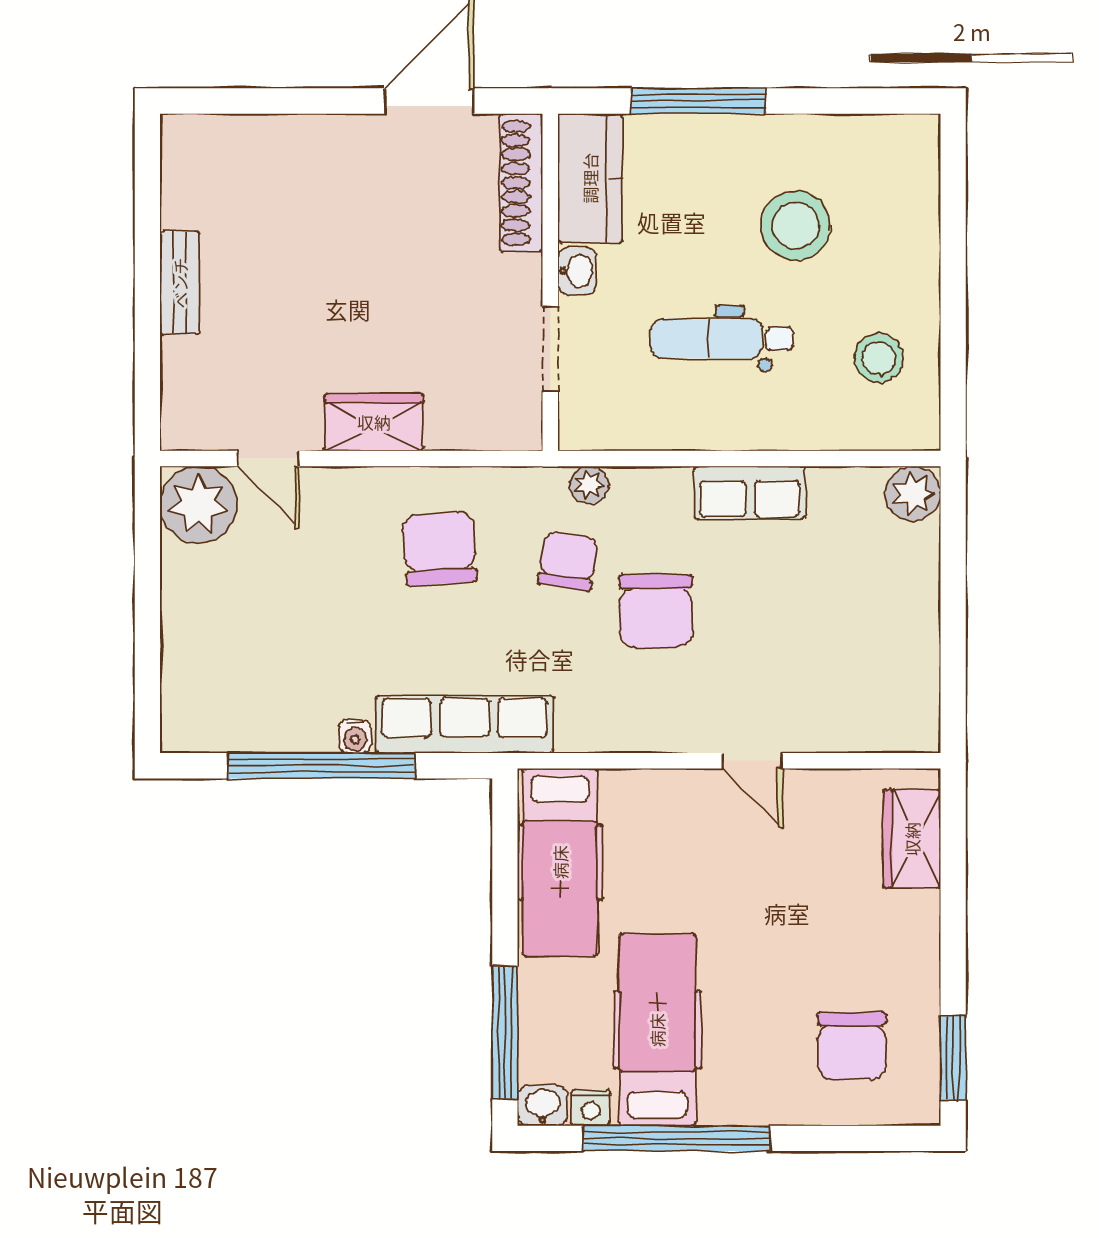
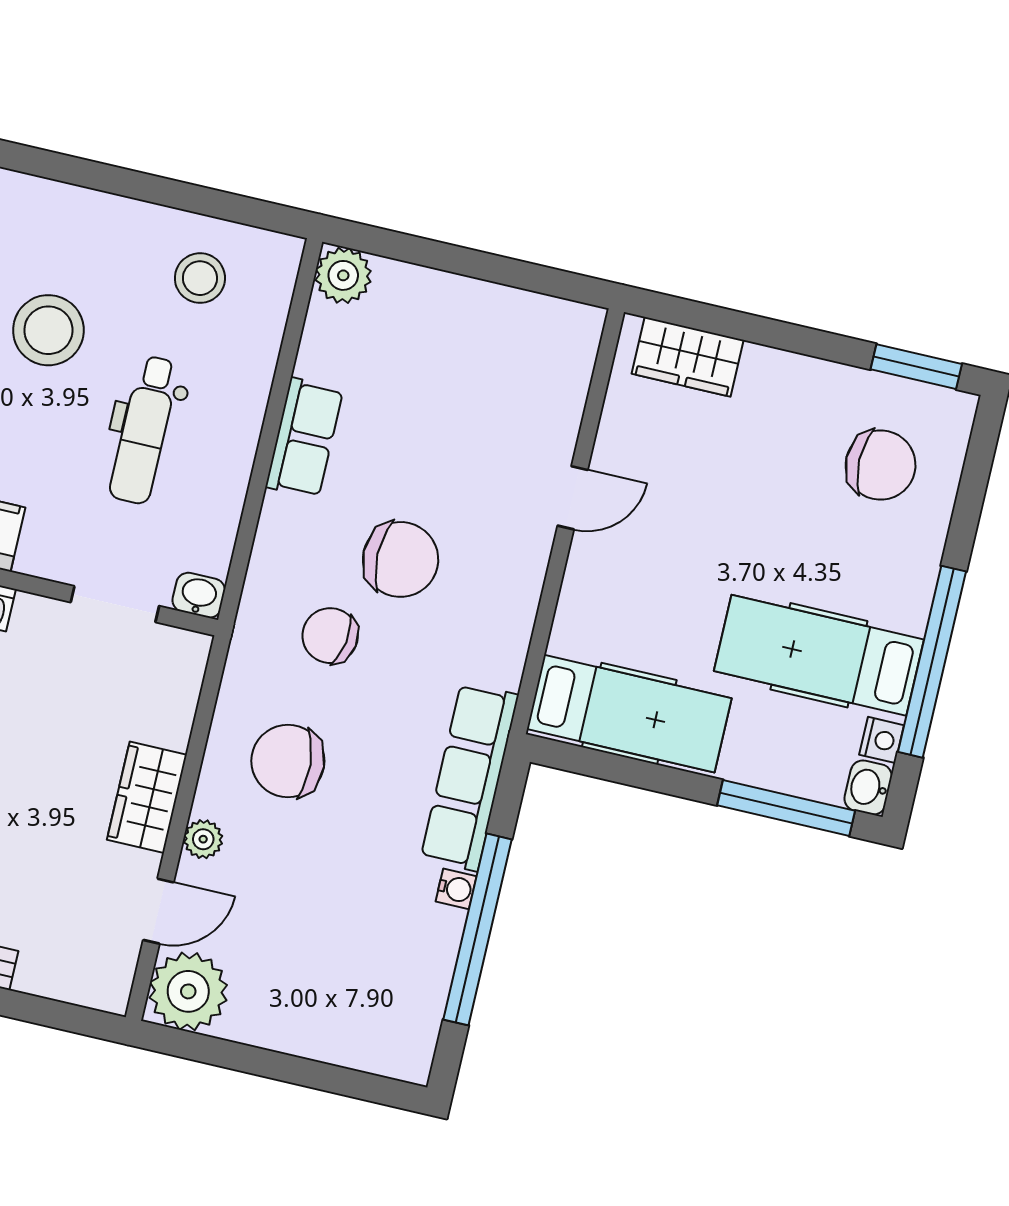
washbasin: (577, 271) -> (199, 595), moved
plant: (589, 485) -> (203, 839), moved

